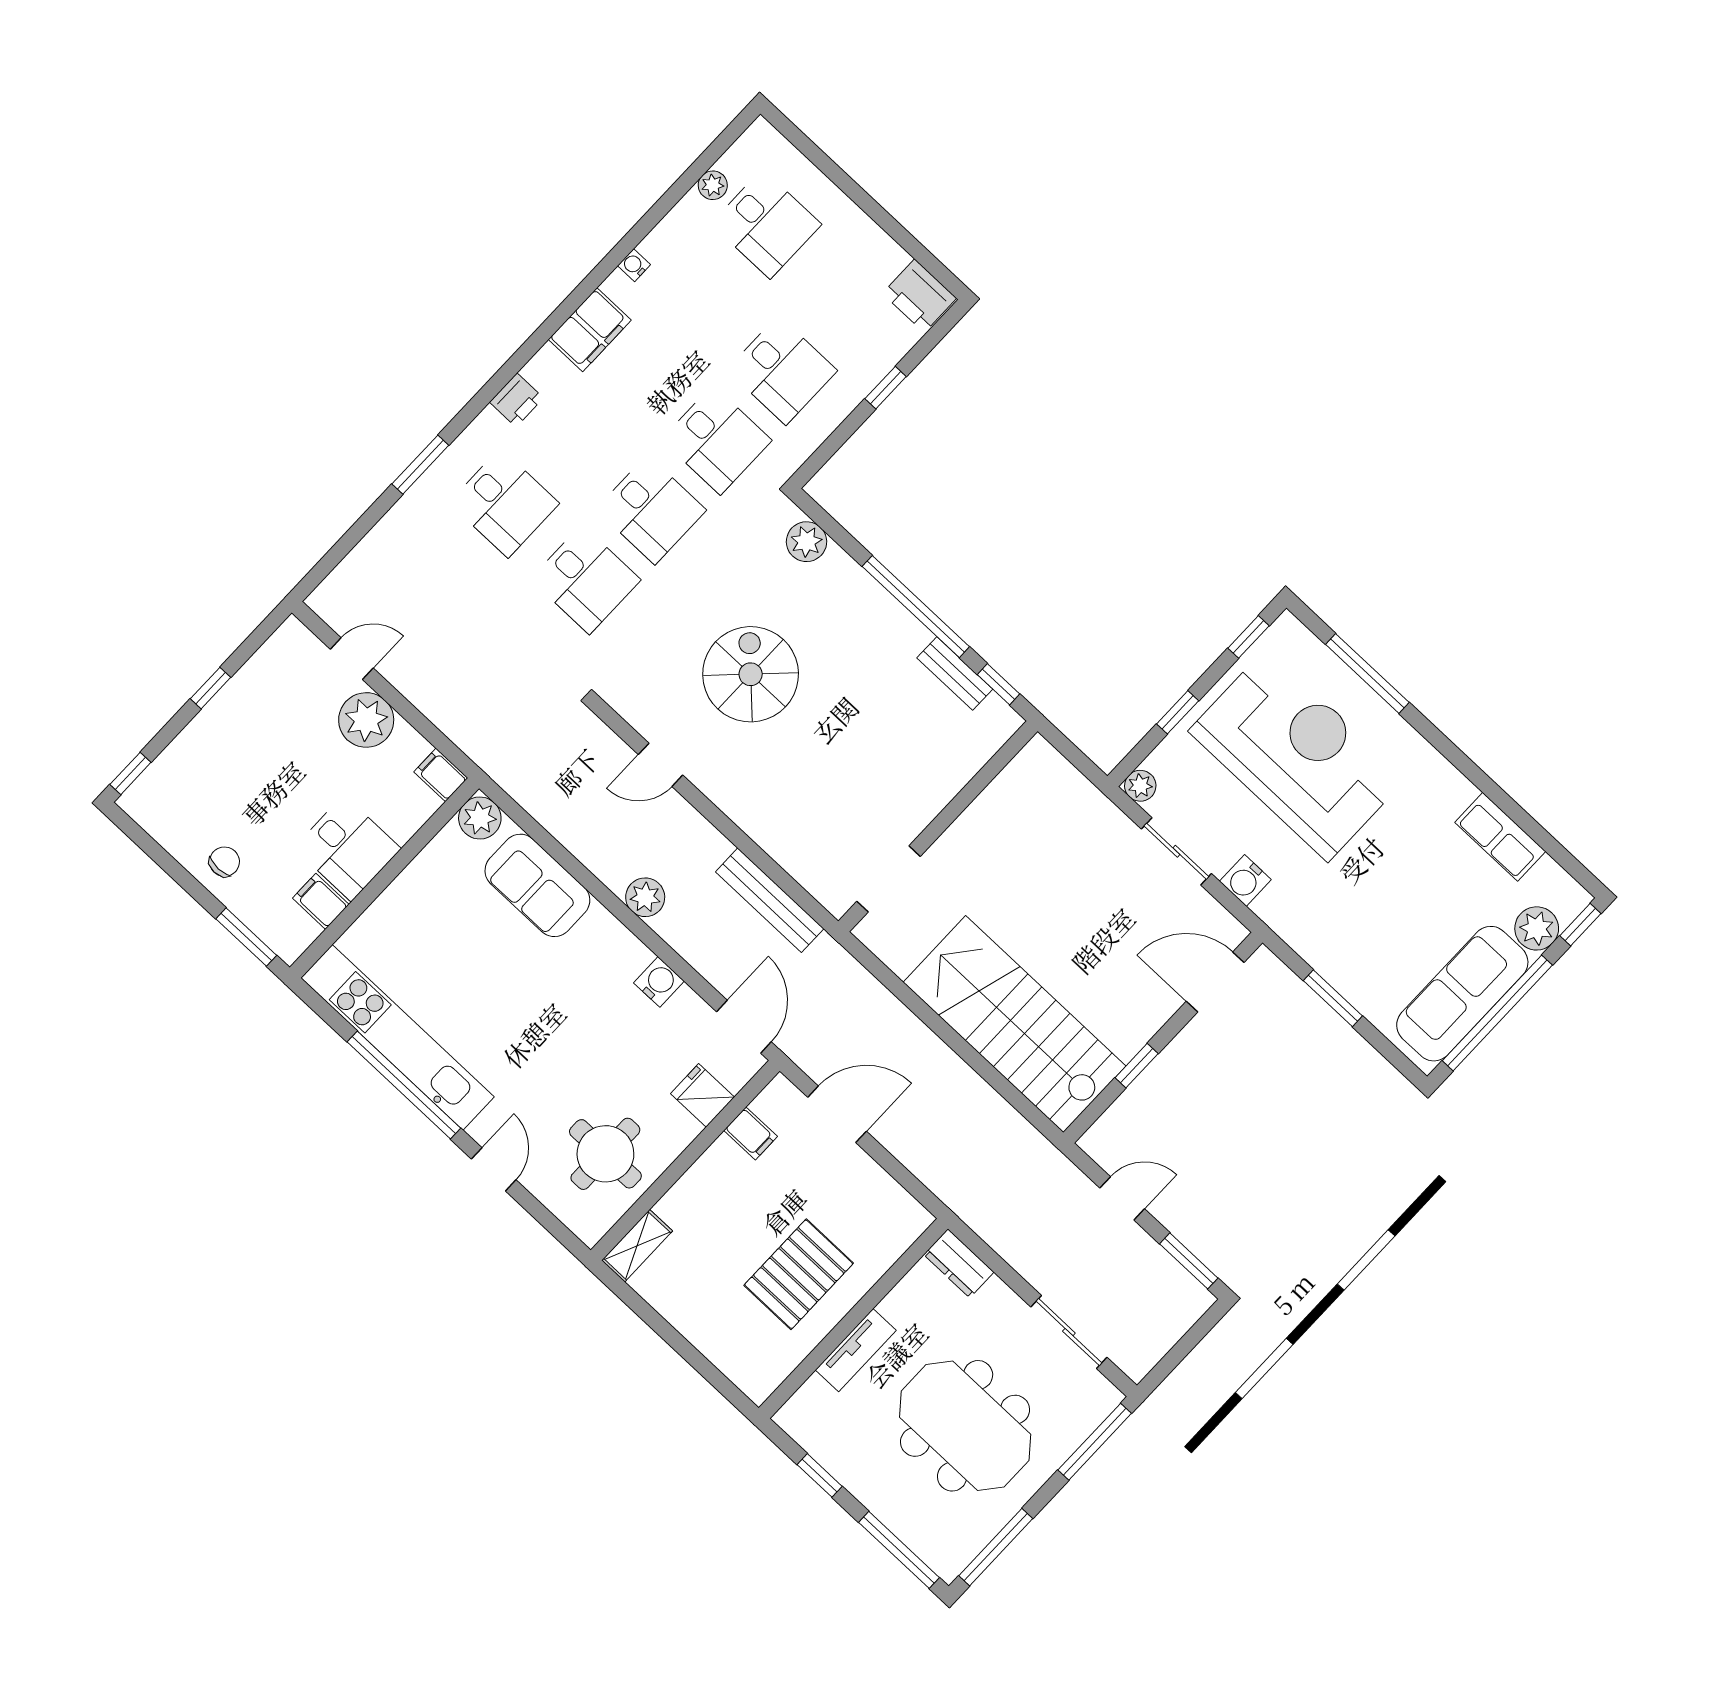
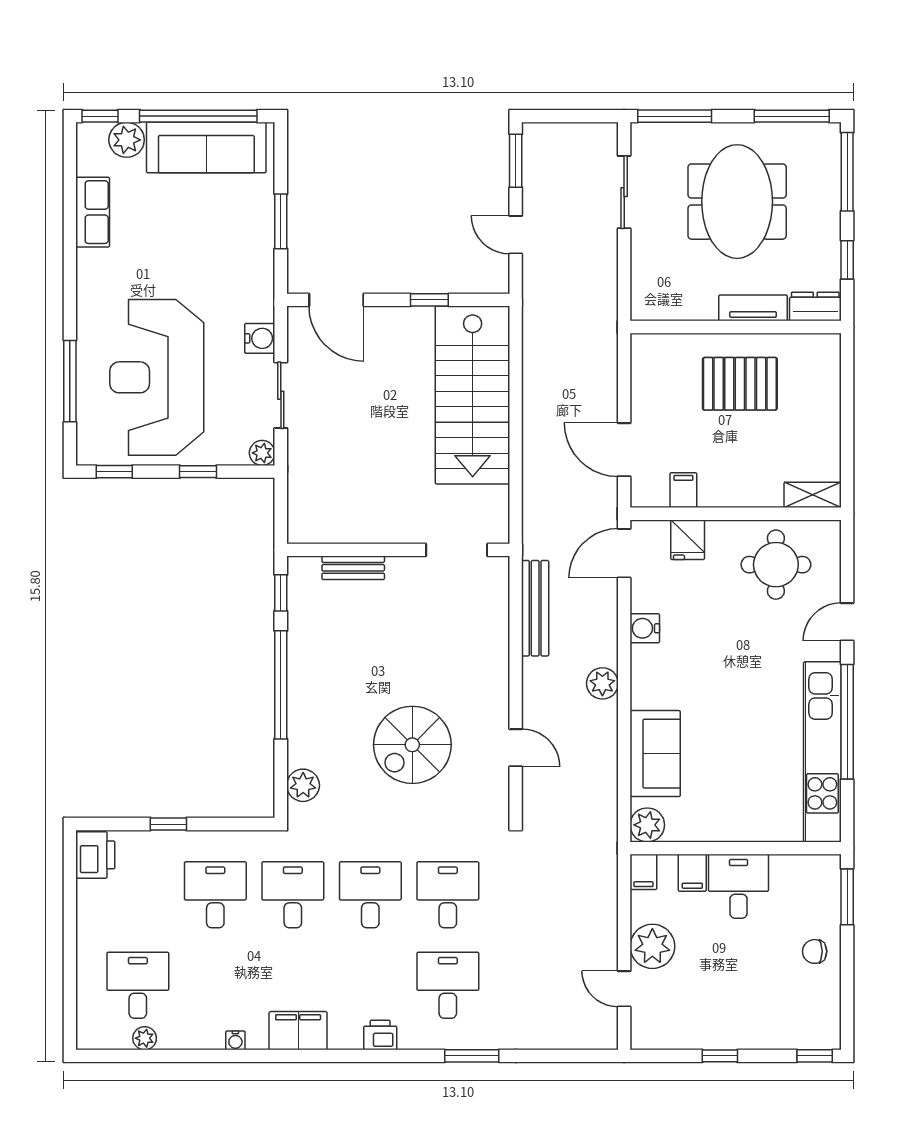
bench: (955, 673) -> (353, 568), moved, turned 90
filing cabinet: (321, 901) -> (692, 873), moved
dresser: (959, 1263) -> (815, 307), moved, turned -90

